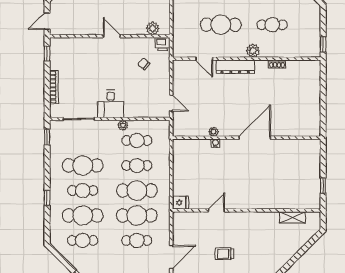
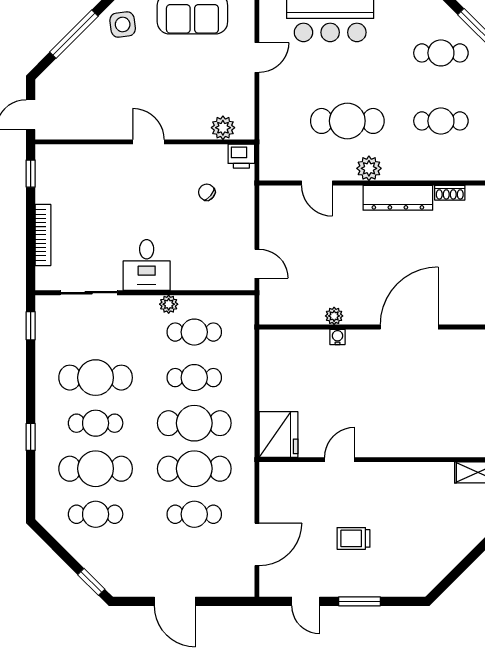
plant: (253, 51) -> (369, 168), moved
dresser: (235, 67) -> (398, 198), moved
fridge: (180, 203) -> (279, 434), width x1.88, depth x1.34

